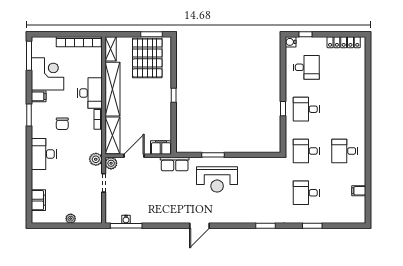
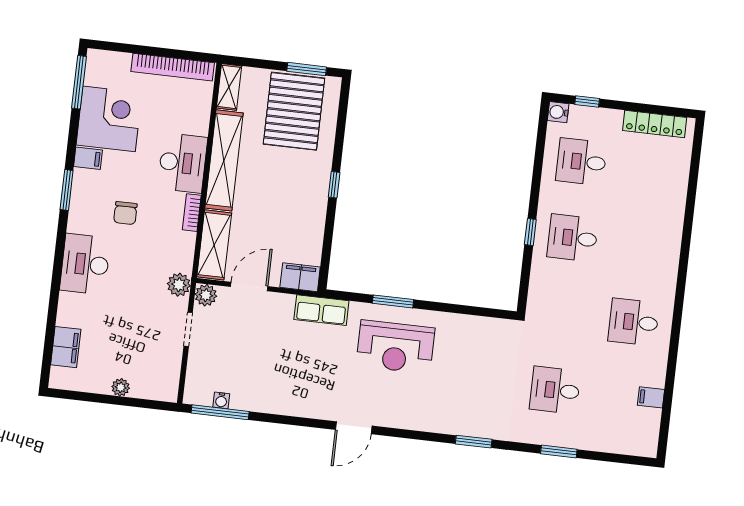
desk: (306, 67) -> (581, 162), turned 180
desk: (306, 151) -> (564, 314), removed

